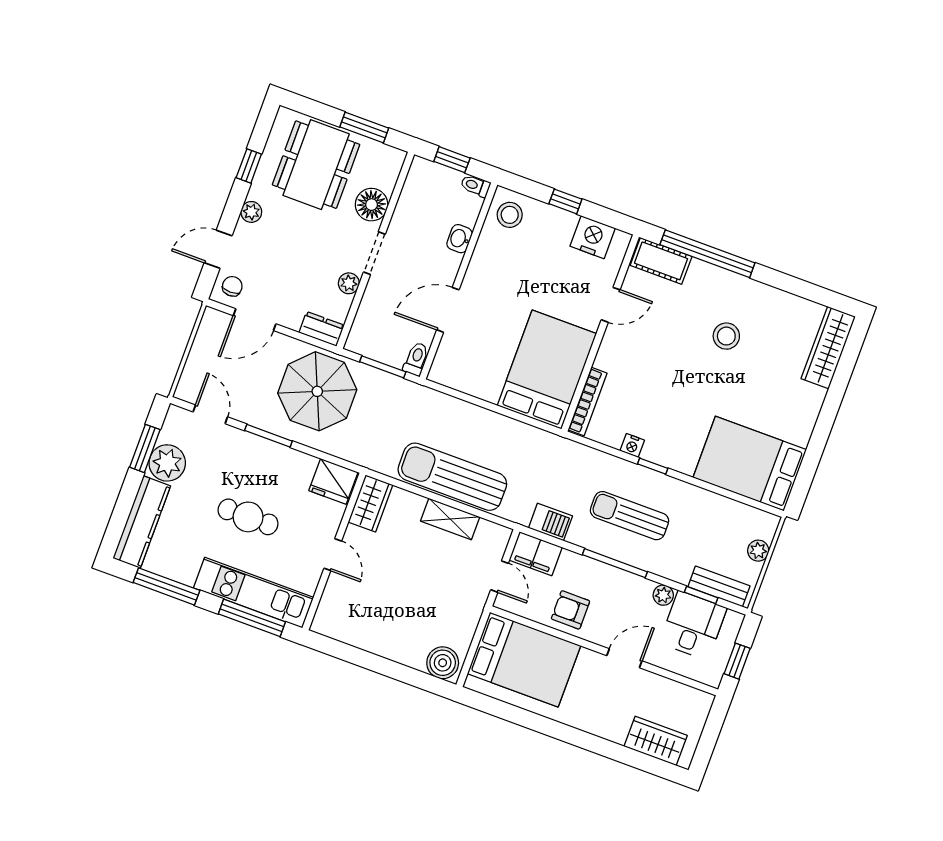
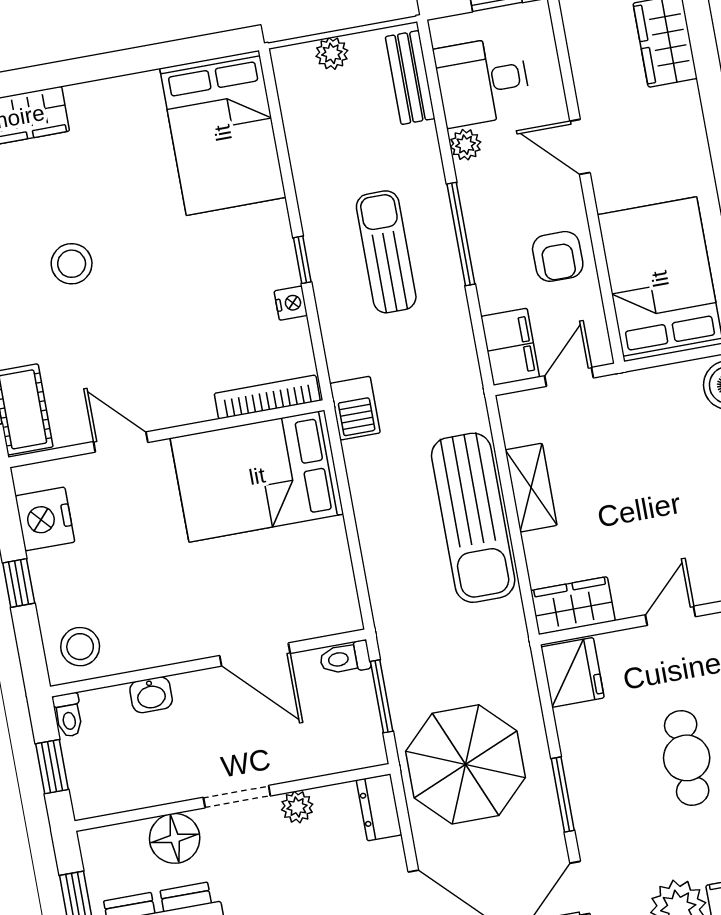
sun lounger: (630, 516) -> (386, 252), turned 180
barbecue: (550, 522) -> (355, 408), moved, turned 180
window: (701, 595) -> (436, 94), removed

